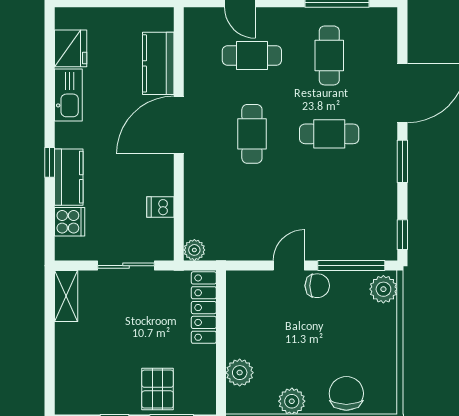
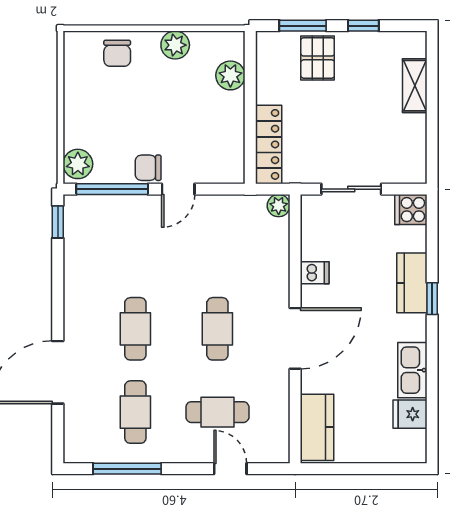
fridge: (71, 48) -> (410, 414), width x0.72
kitchen counter: (158, 63) -> (317, 427), moved
cafe table: (329, 134) -> (135, 329), turned 90
window: (402, 161) -> (58, 300), removed
dishwasher: (160, 207) -> (315, 273), moved
cooker: (70, 222) -> (411, 210), moved
shelving: (66, 296) -> (415, 86), moved
chair: (346, 393) -> (117, 53), width x0.73, depth x0.73

